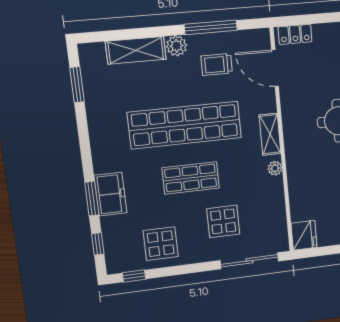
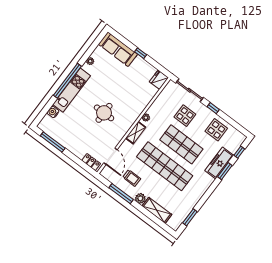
shop shelf: (191, 178) -> (181, 144), width x1.43, depth x1.36
freezer: (110, 194) -> (219, 163), width x1.40
window: (134, 276) -> (213, 108), moved

